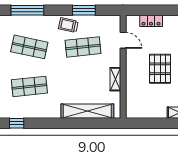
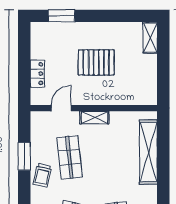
shelving: (115, 79) -> (94, 118), moved

